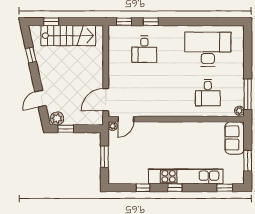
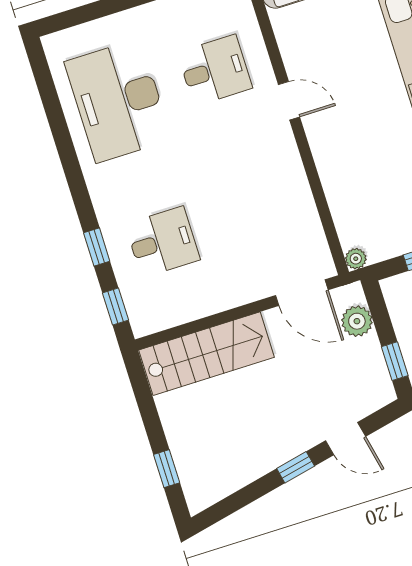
stairs: (68, 36) -> (207, 354), moved, turned 90
window: (31, 55) -> (296, 467), moved
plant: (57, 118) -> (357, 321), moved
door: (126, 119) -> (289, 101), moved

